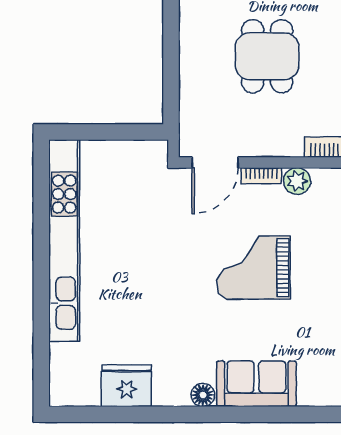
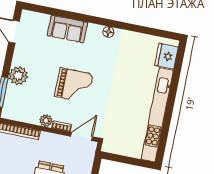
sofa: (256, 384) -> (67, 29), moved
fridge: (127, 386) -> (166, 56), moved, turned 90

